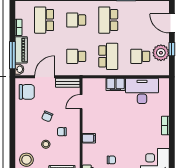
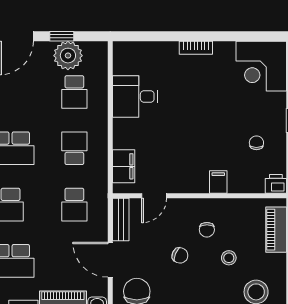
school desk: (108, 56) -> (74, 148), width x0.54
filing cabinet: (115, 84) -> (124, 166), moved
desk: (142, 91) -> (135, 97), width x0.73
door: (81, 102) -> (154, 196), hinge flipped

